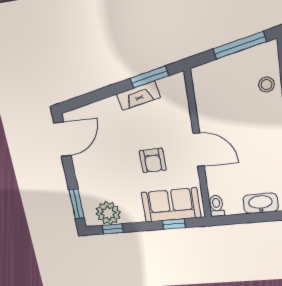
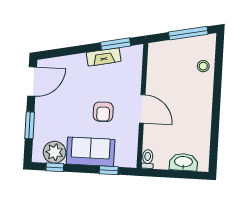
window: (77, 204) -> (30, 125), moved
sofa: (171, 205) -> (91, 152), moved

